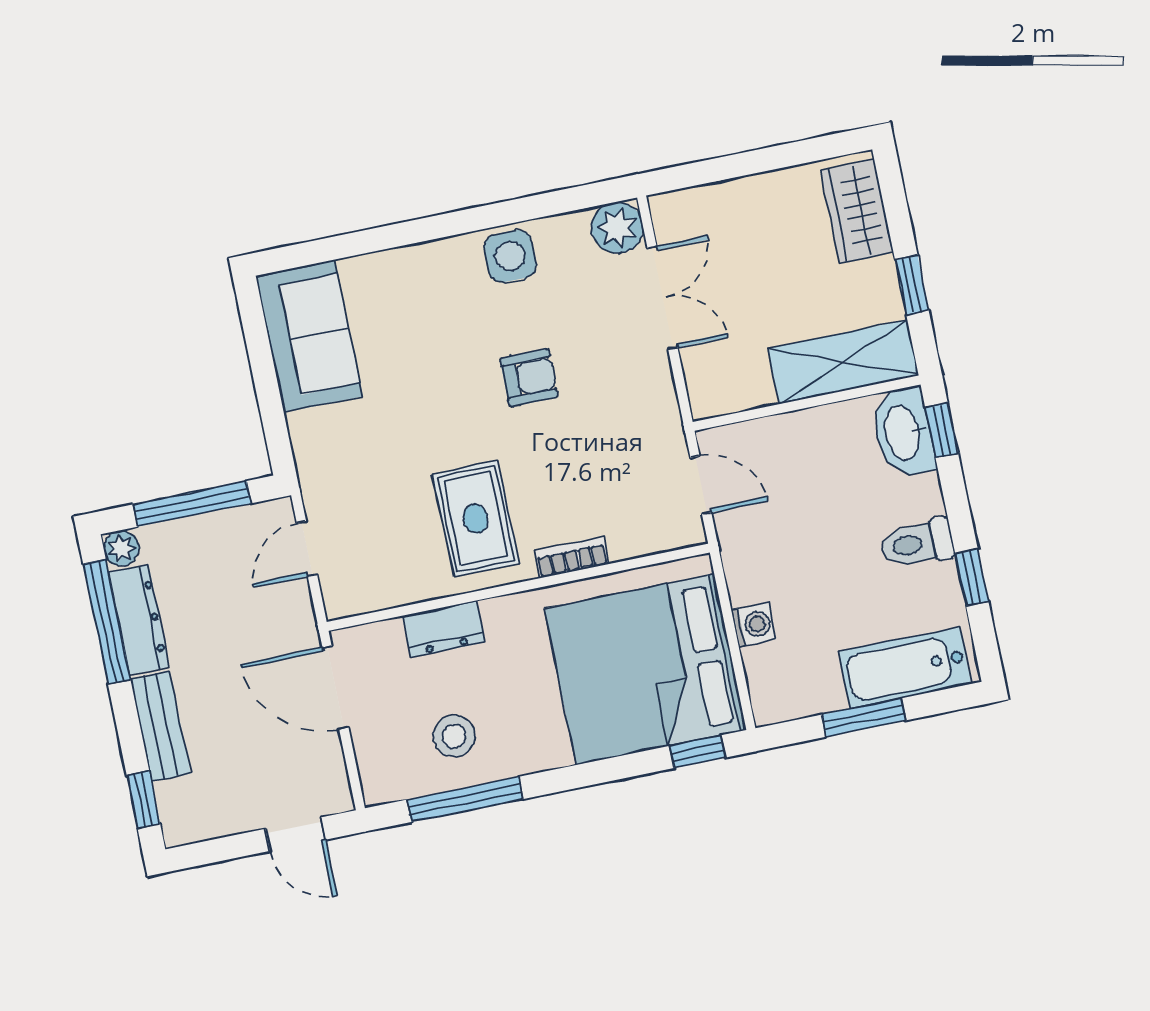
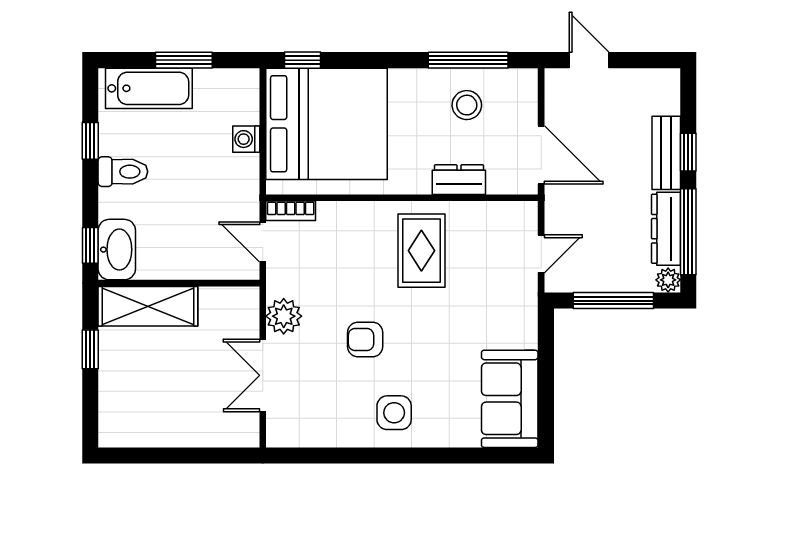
wardrobe: (857, 211) -> (118, 407), removed
plant: (617, 228) -> (284, 316), moved
side table: (510, 256) -> (394, 413), moved
bookcase: (571, 557) -> (291, 211), moved
window: (143, 799) -> (688, 152), moved

